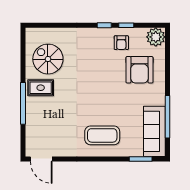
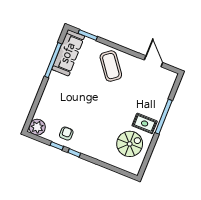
spiral stairs: (48, 59) -> (130, 144), turned -90
armchair: (139, 70) -> (60, 106), removed
coffee table: (102, 135) -> (111, 66), turned 53
door: (41, 159) -> (153, 61), moved

